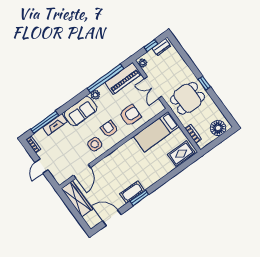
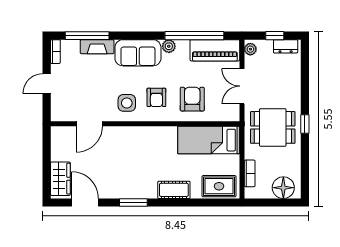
armchair: (130, 115) -> (192, 99), turned -90
armchair: (109, 129) -> (156, 97), turned 180
cot: (132, 192) -> (174, 190), moved
wardrobe: (77, 199) -> (60, 179), moved, width x0.67

